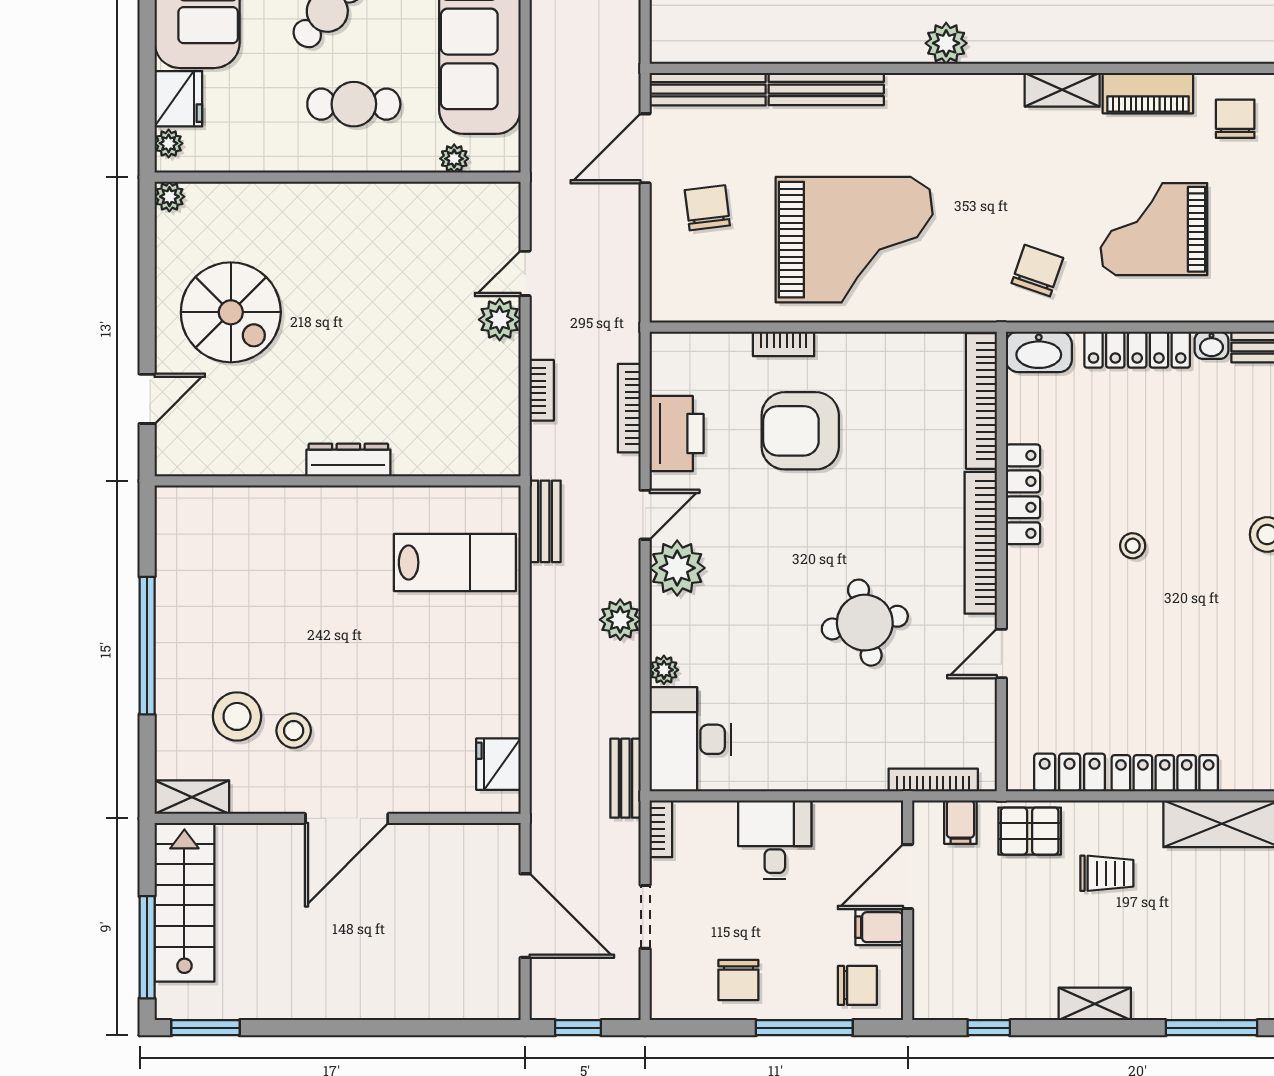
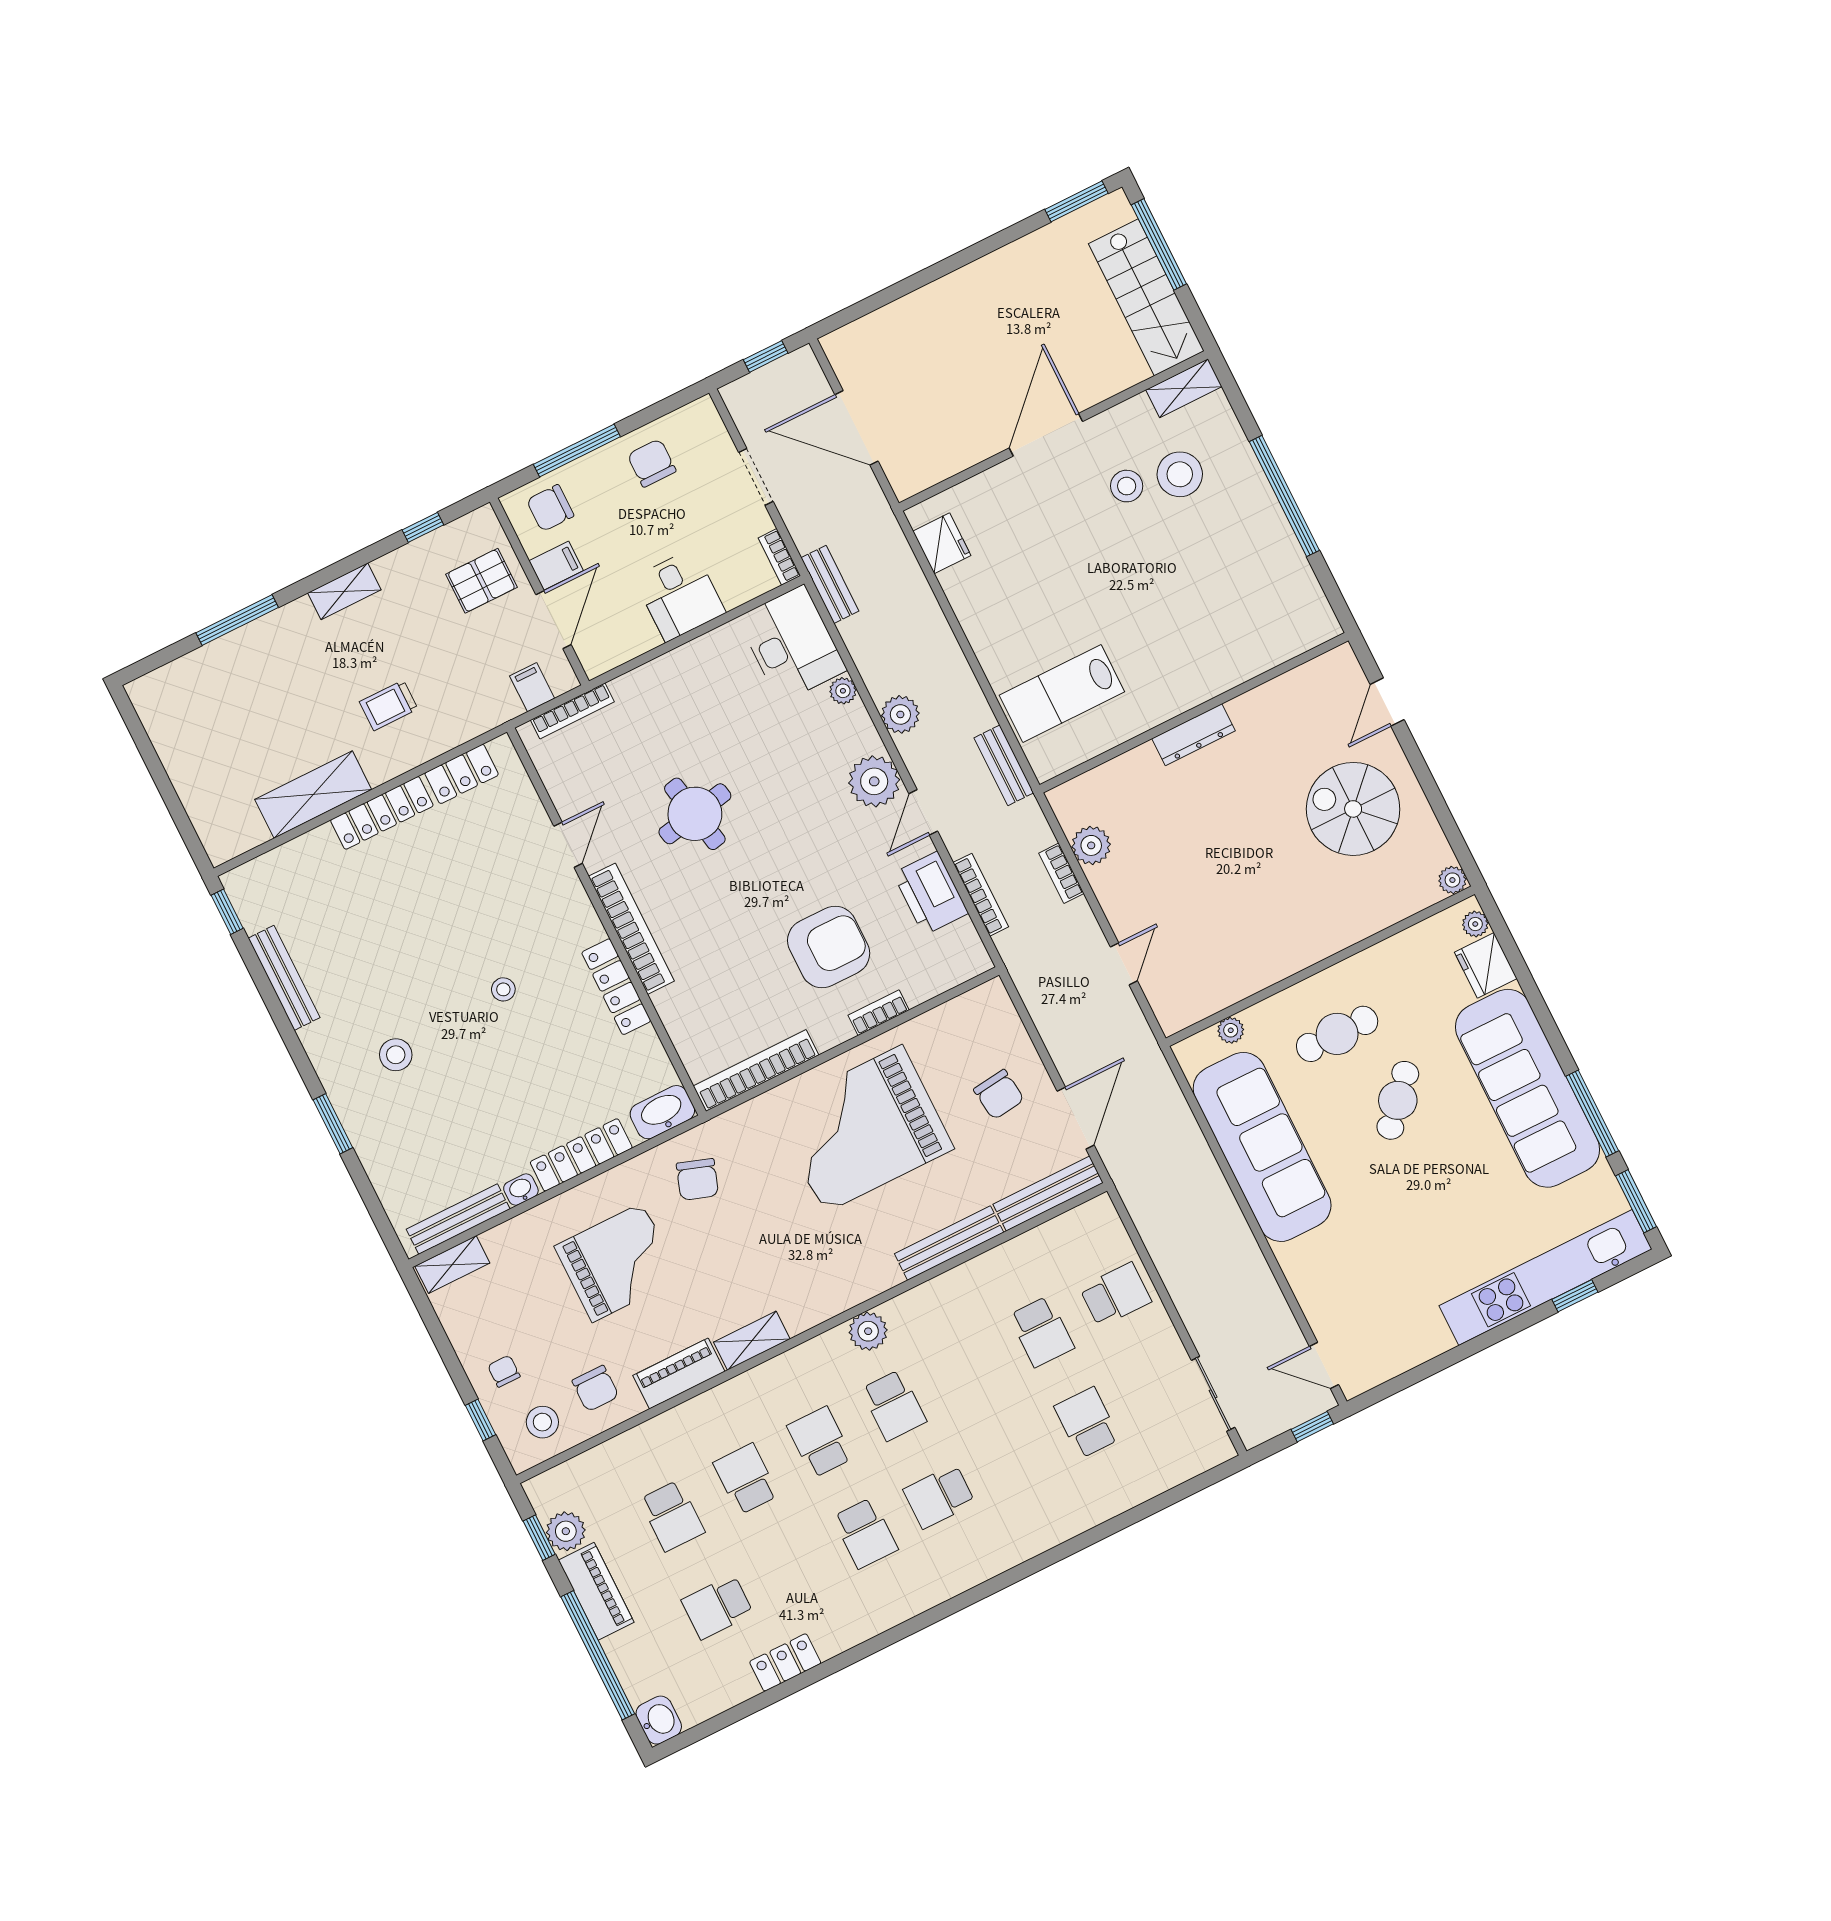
plant: (500, 320) -> (1091, 845), moved
bookcase: (981, 401) -> (756, 1070), moved, turned -90
pallet: (1030, 831) -> (481, 581), moved

